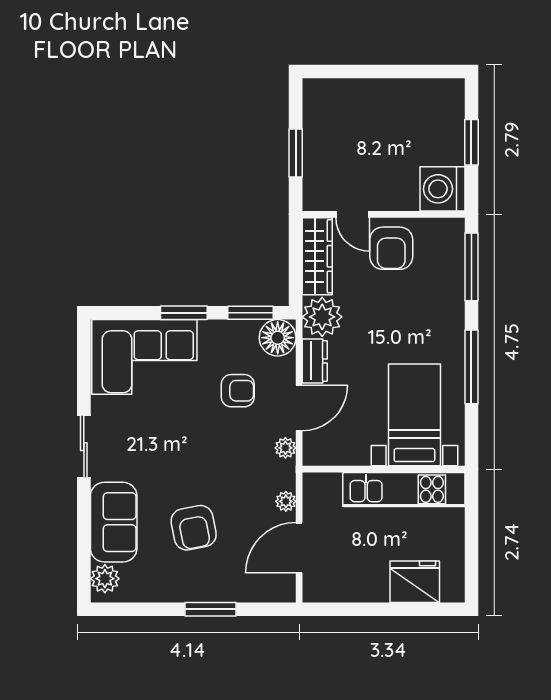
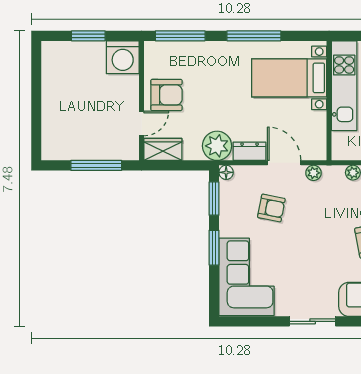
window: (296, 153) -> (96, 165), width x1.44
wardrobe: (317, 256) -> (163, 149), width x0.67
floor lamp: (278, 338) -> (226, 172), width x0.53, depth x0.53
armchair: (238, 391) -> (271, 208), turned 101

